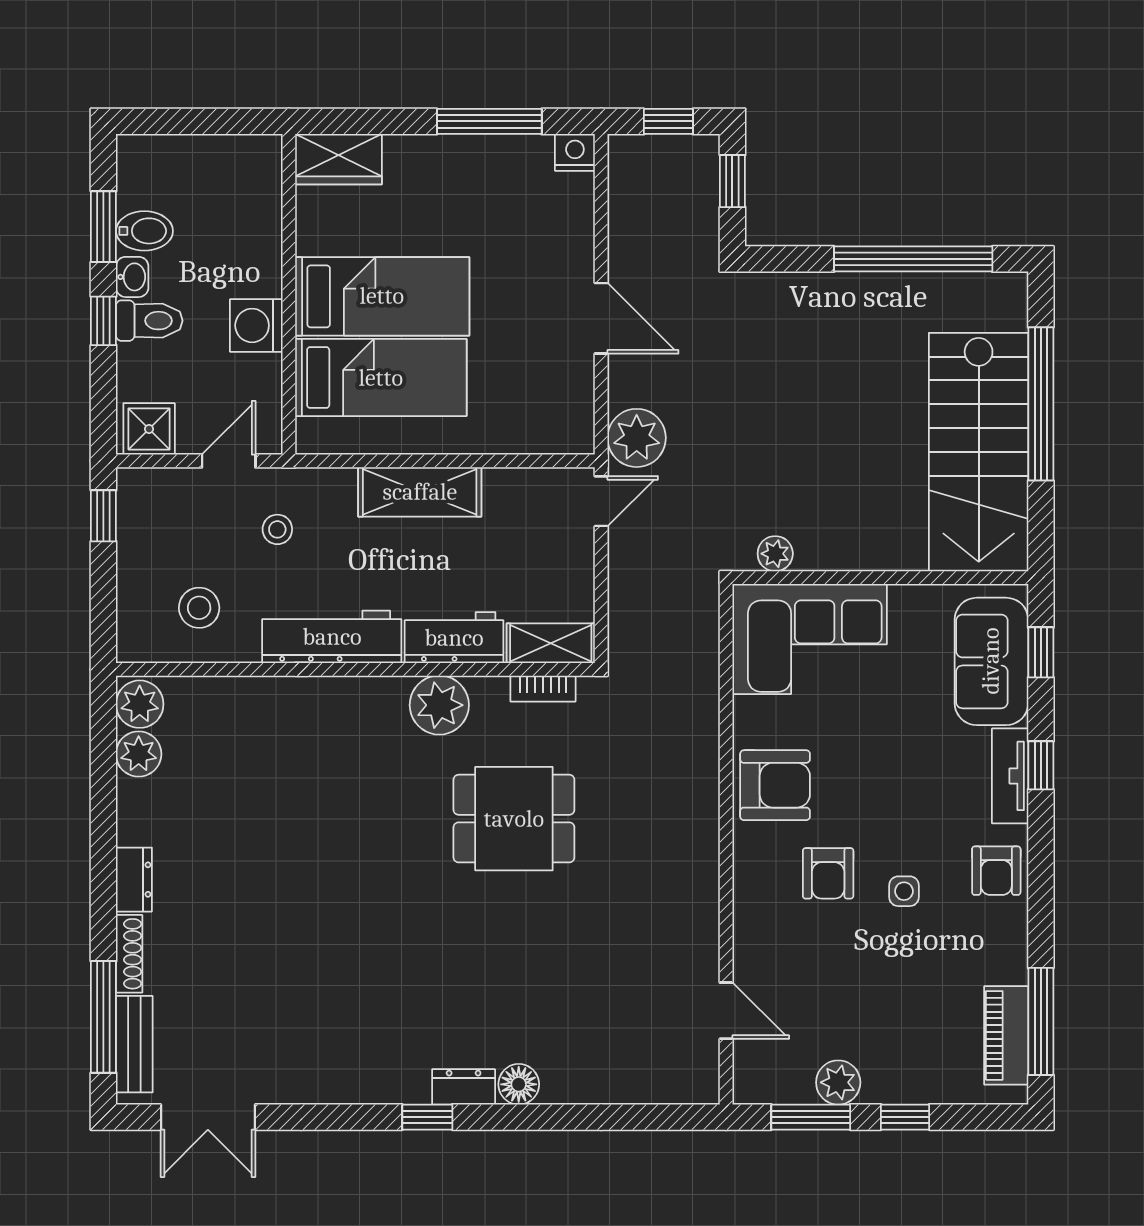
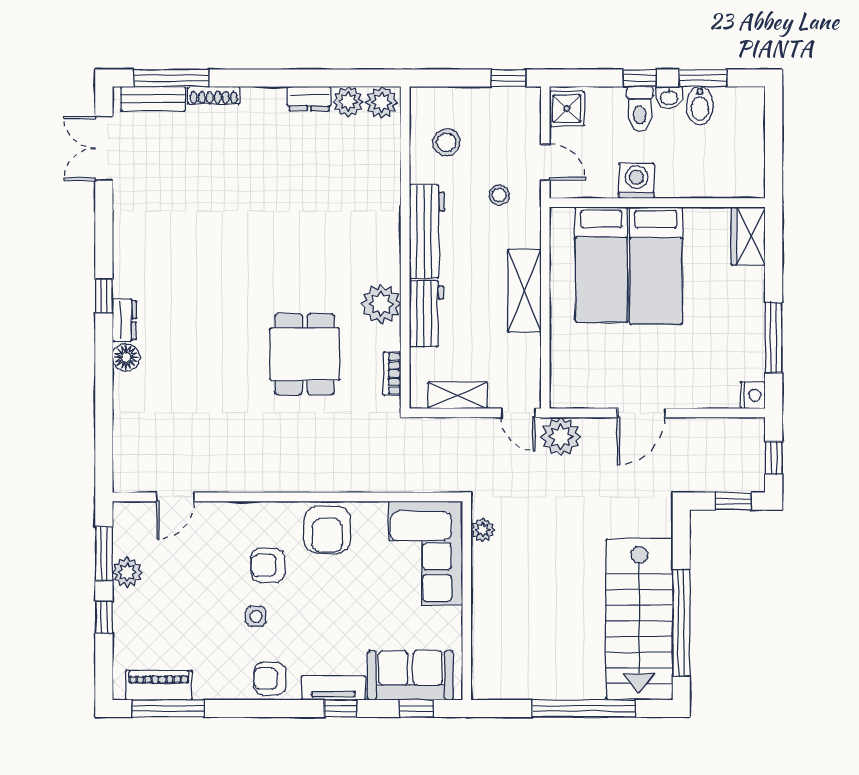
stairs: (979, 452) -> (639, 619), moved, turned -90
shelving: (551, 643) -> (458, 395), moved, turned 90
dresser: (134, 880) -> (309, 98), moved

